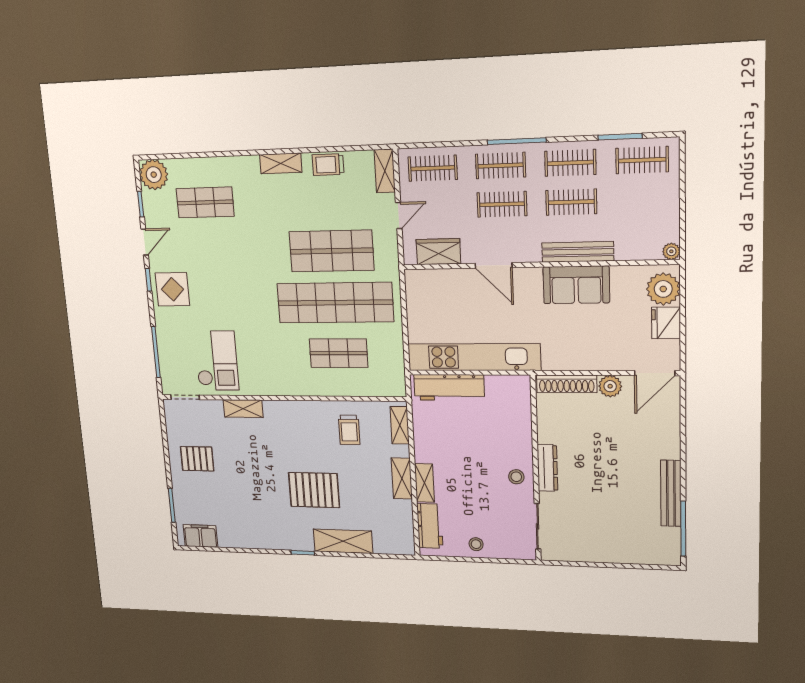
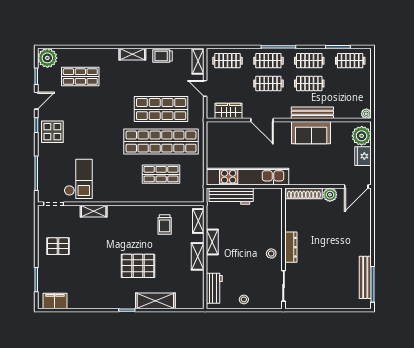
door: (399, 216) -> (205, 88), swing flipped
shelving: (424, 483) -> (212, 242), moved
bench: (671, 493) -> (365, 277), moved

